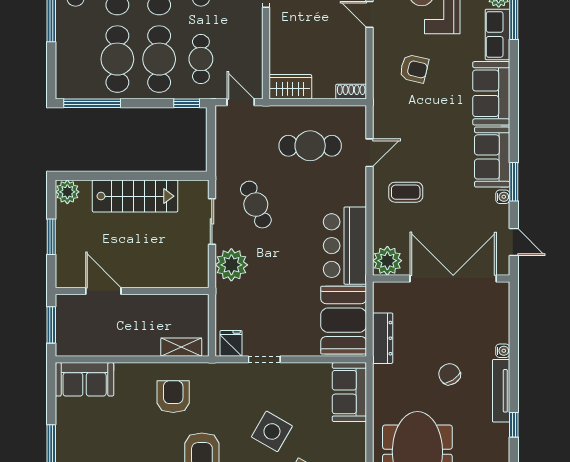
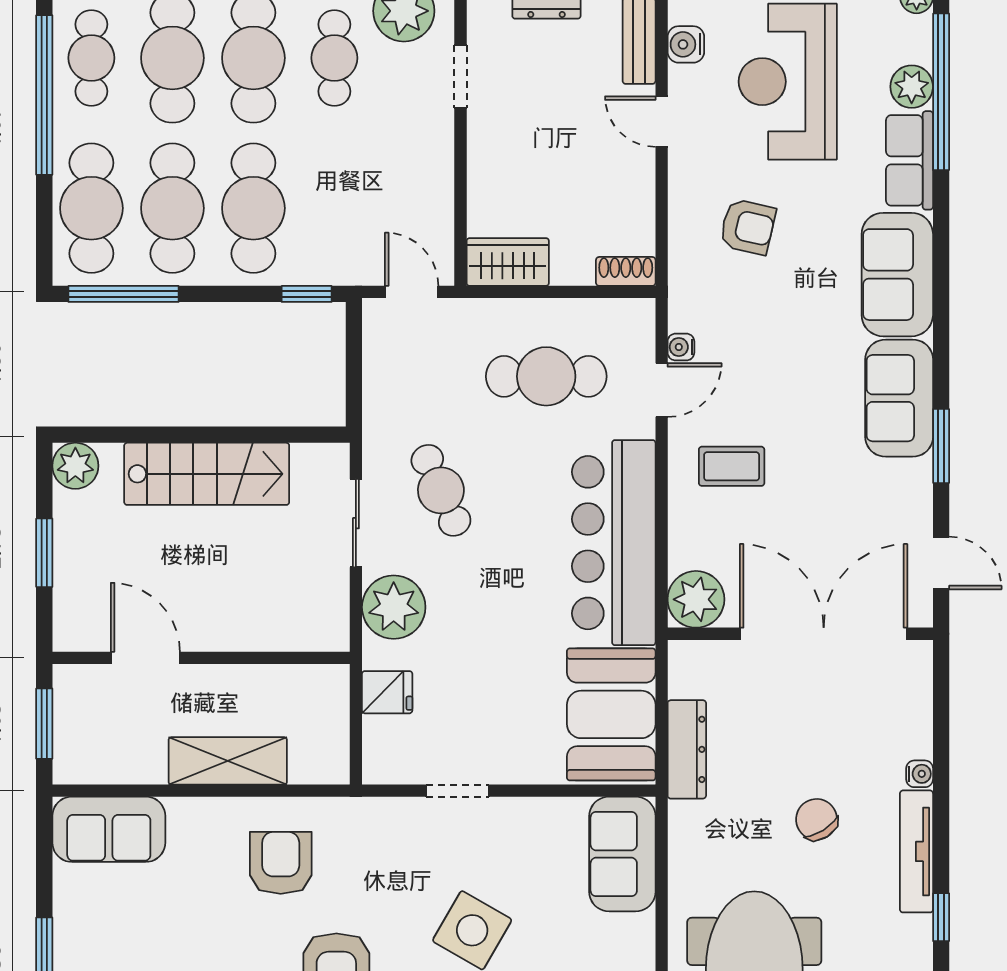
cafe table: (201, 59) -> (91, 208), moved, width x1.37, depth x1.35
water cooler: (503, 197) -> (681, 347), moved, turned 180
bar counter: (345, 246) -> (614, 543), width x1.36
fridge: (231, 343) -> (387, 692), moved, turned 90
shelving: (181, 347) -> (228, 761), moved, width x1.50, depth x1.33

